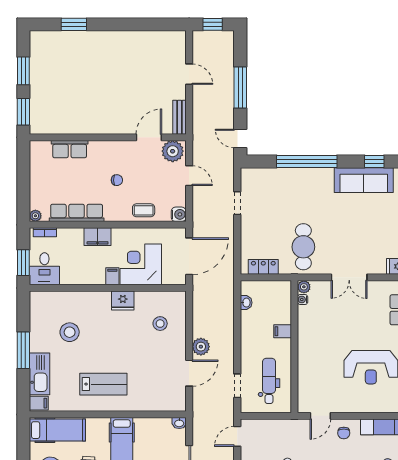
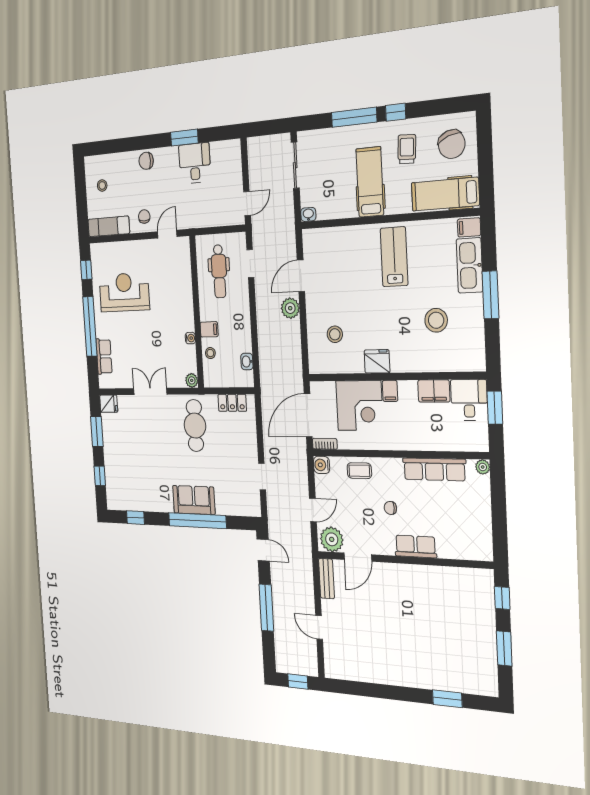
window: (23, 112) -> (502, 598), width x0.67
row of seats: (70, 149) -> (416, 546), moved
door: (189, 176) -> (313, 510), swing flipped
sofa: (364, 180) -> (194, 500), moved, width x0.73
bookcase: (45, 232) -> (325, 444), moved
filing cabinet: (98, 237) -> (434, 391), moved, turned 180
water cooler: (303, 300) -> (190, 338), moved
stool: (283, 311) -> (210, 353), added
lab bench: (103, 384) -> (394, 257), turned 90

